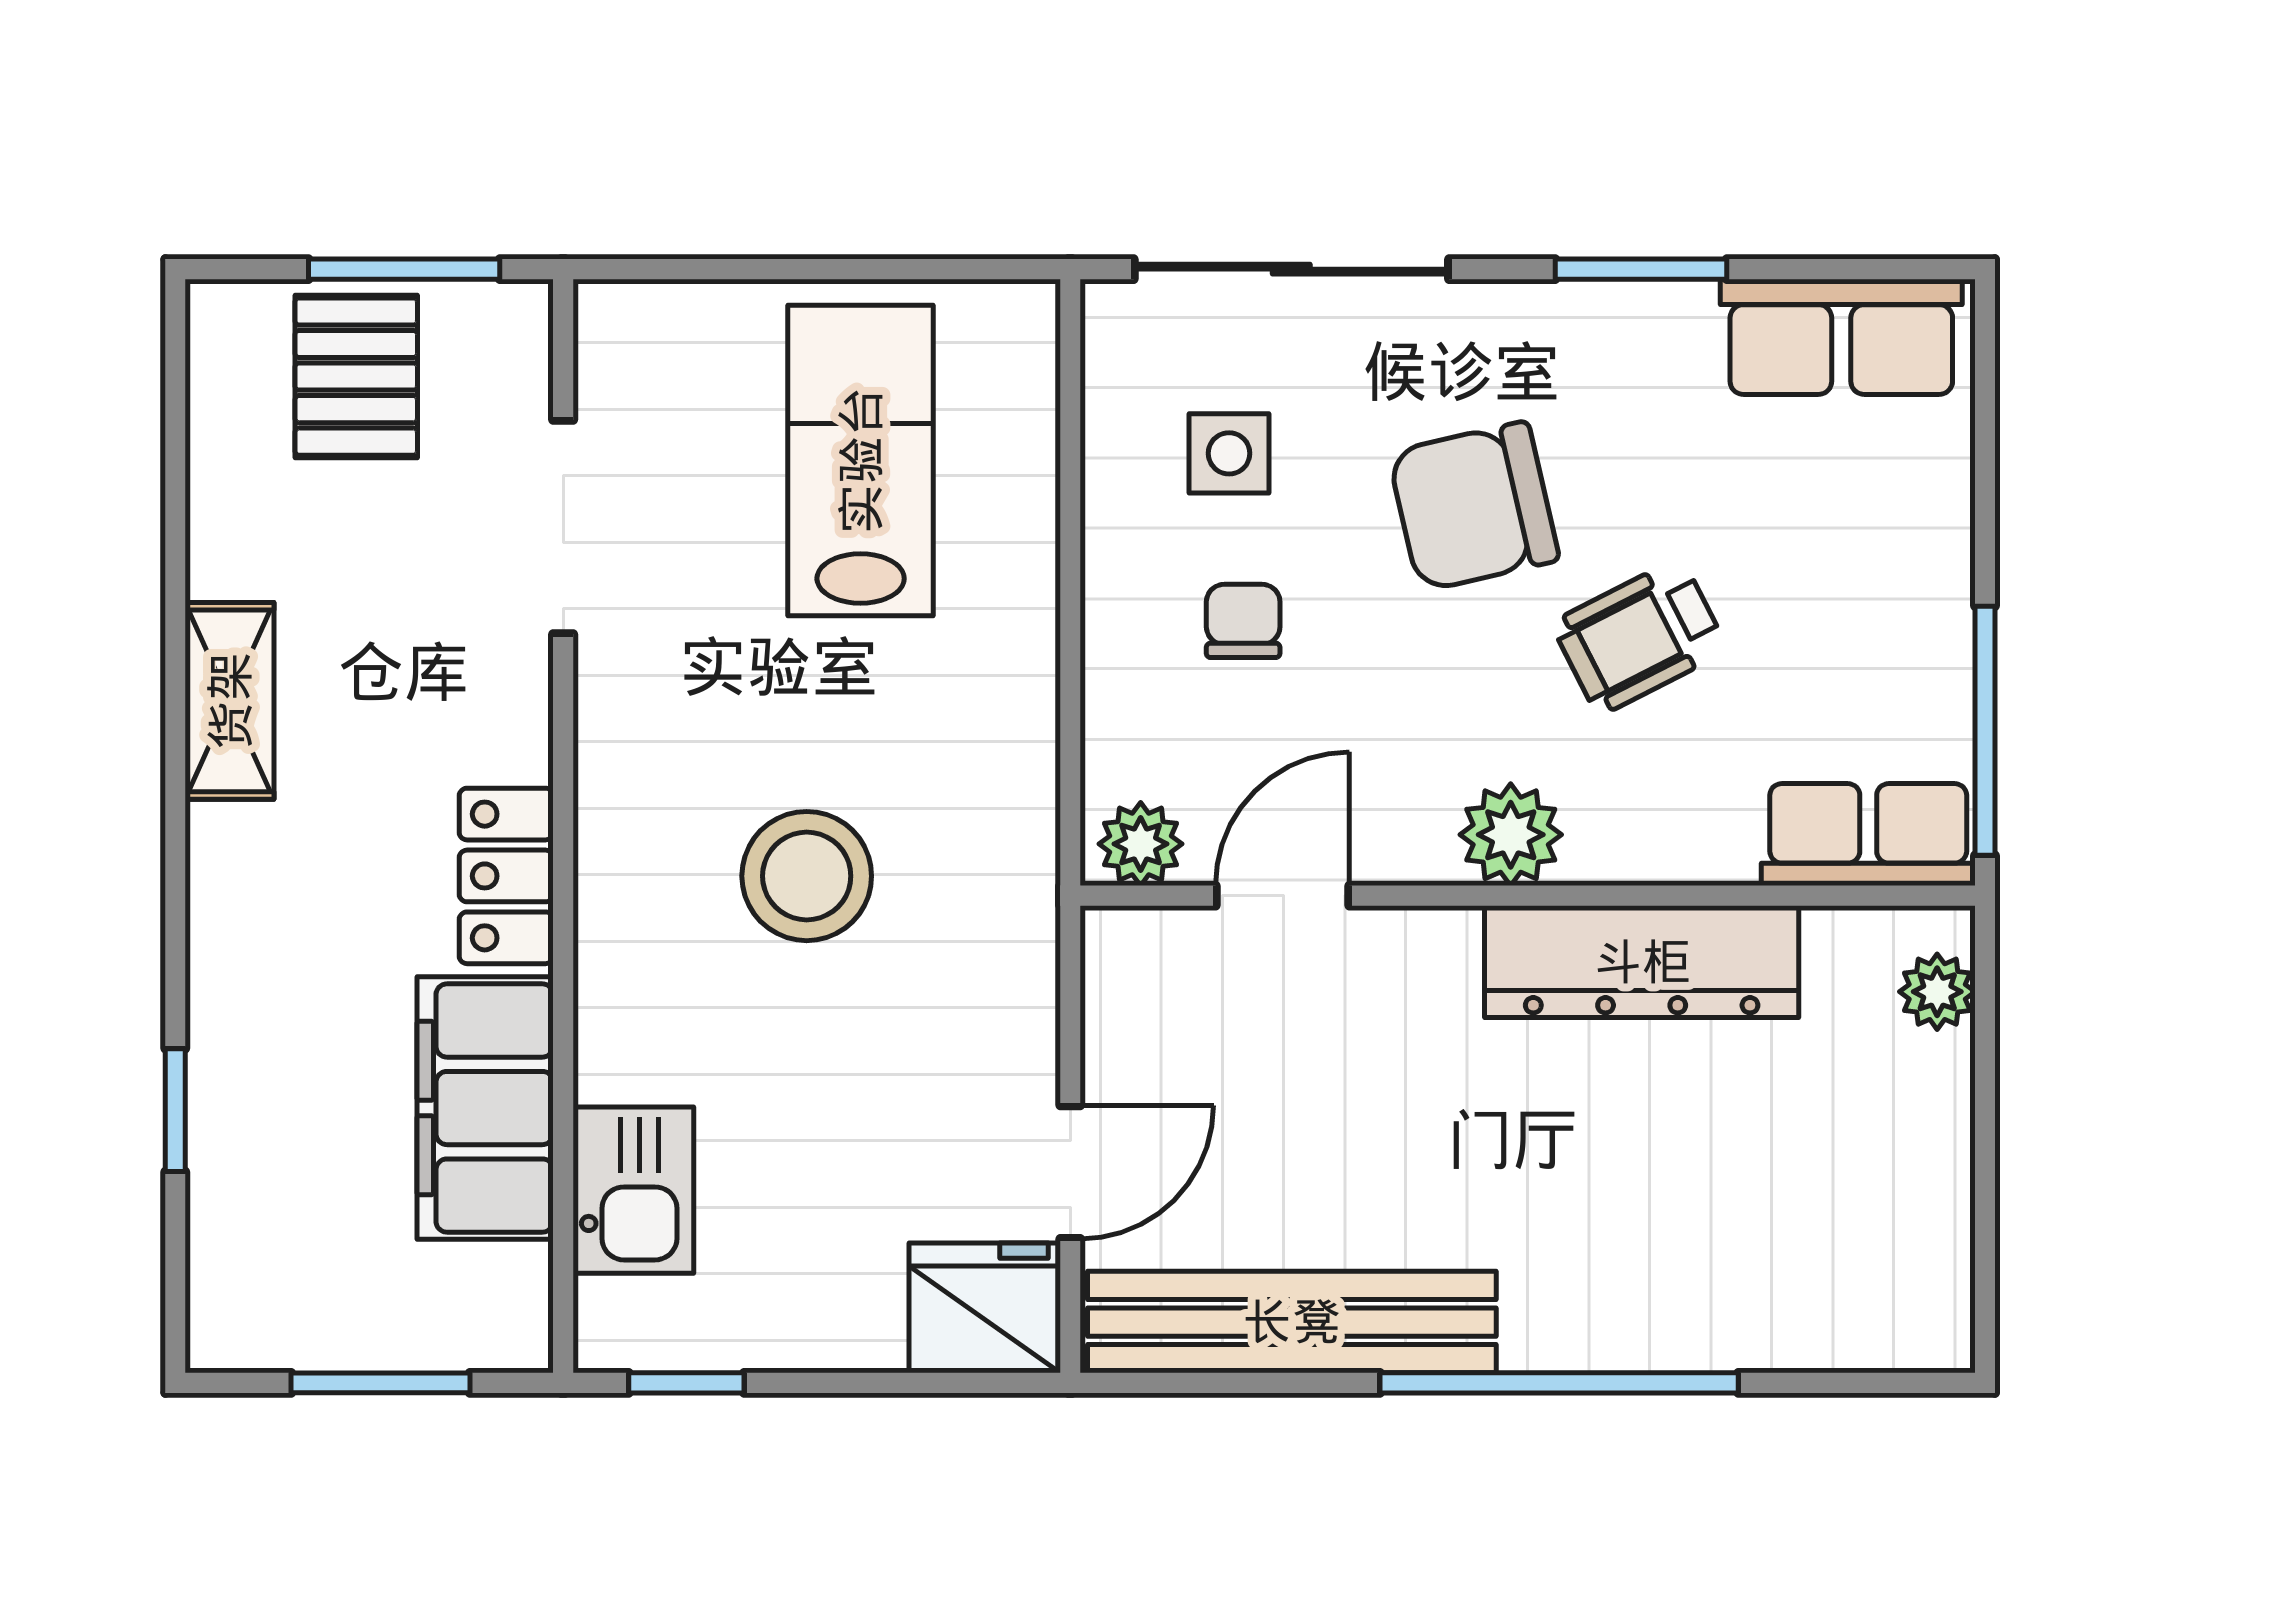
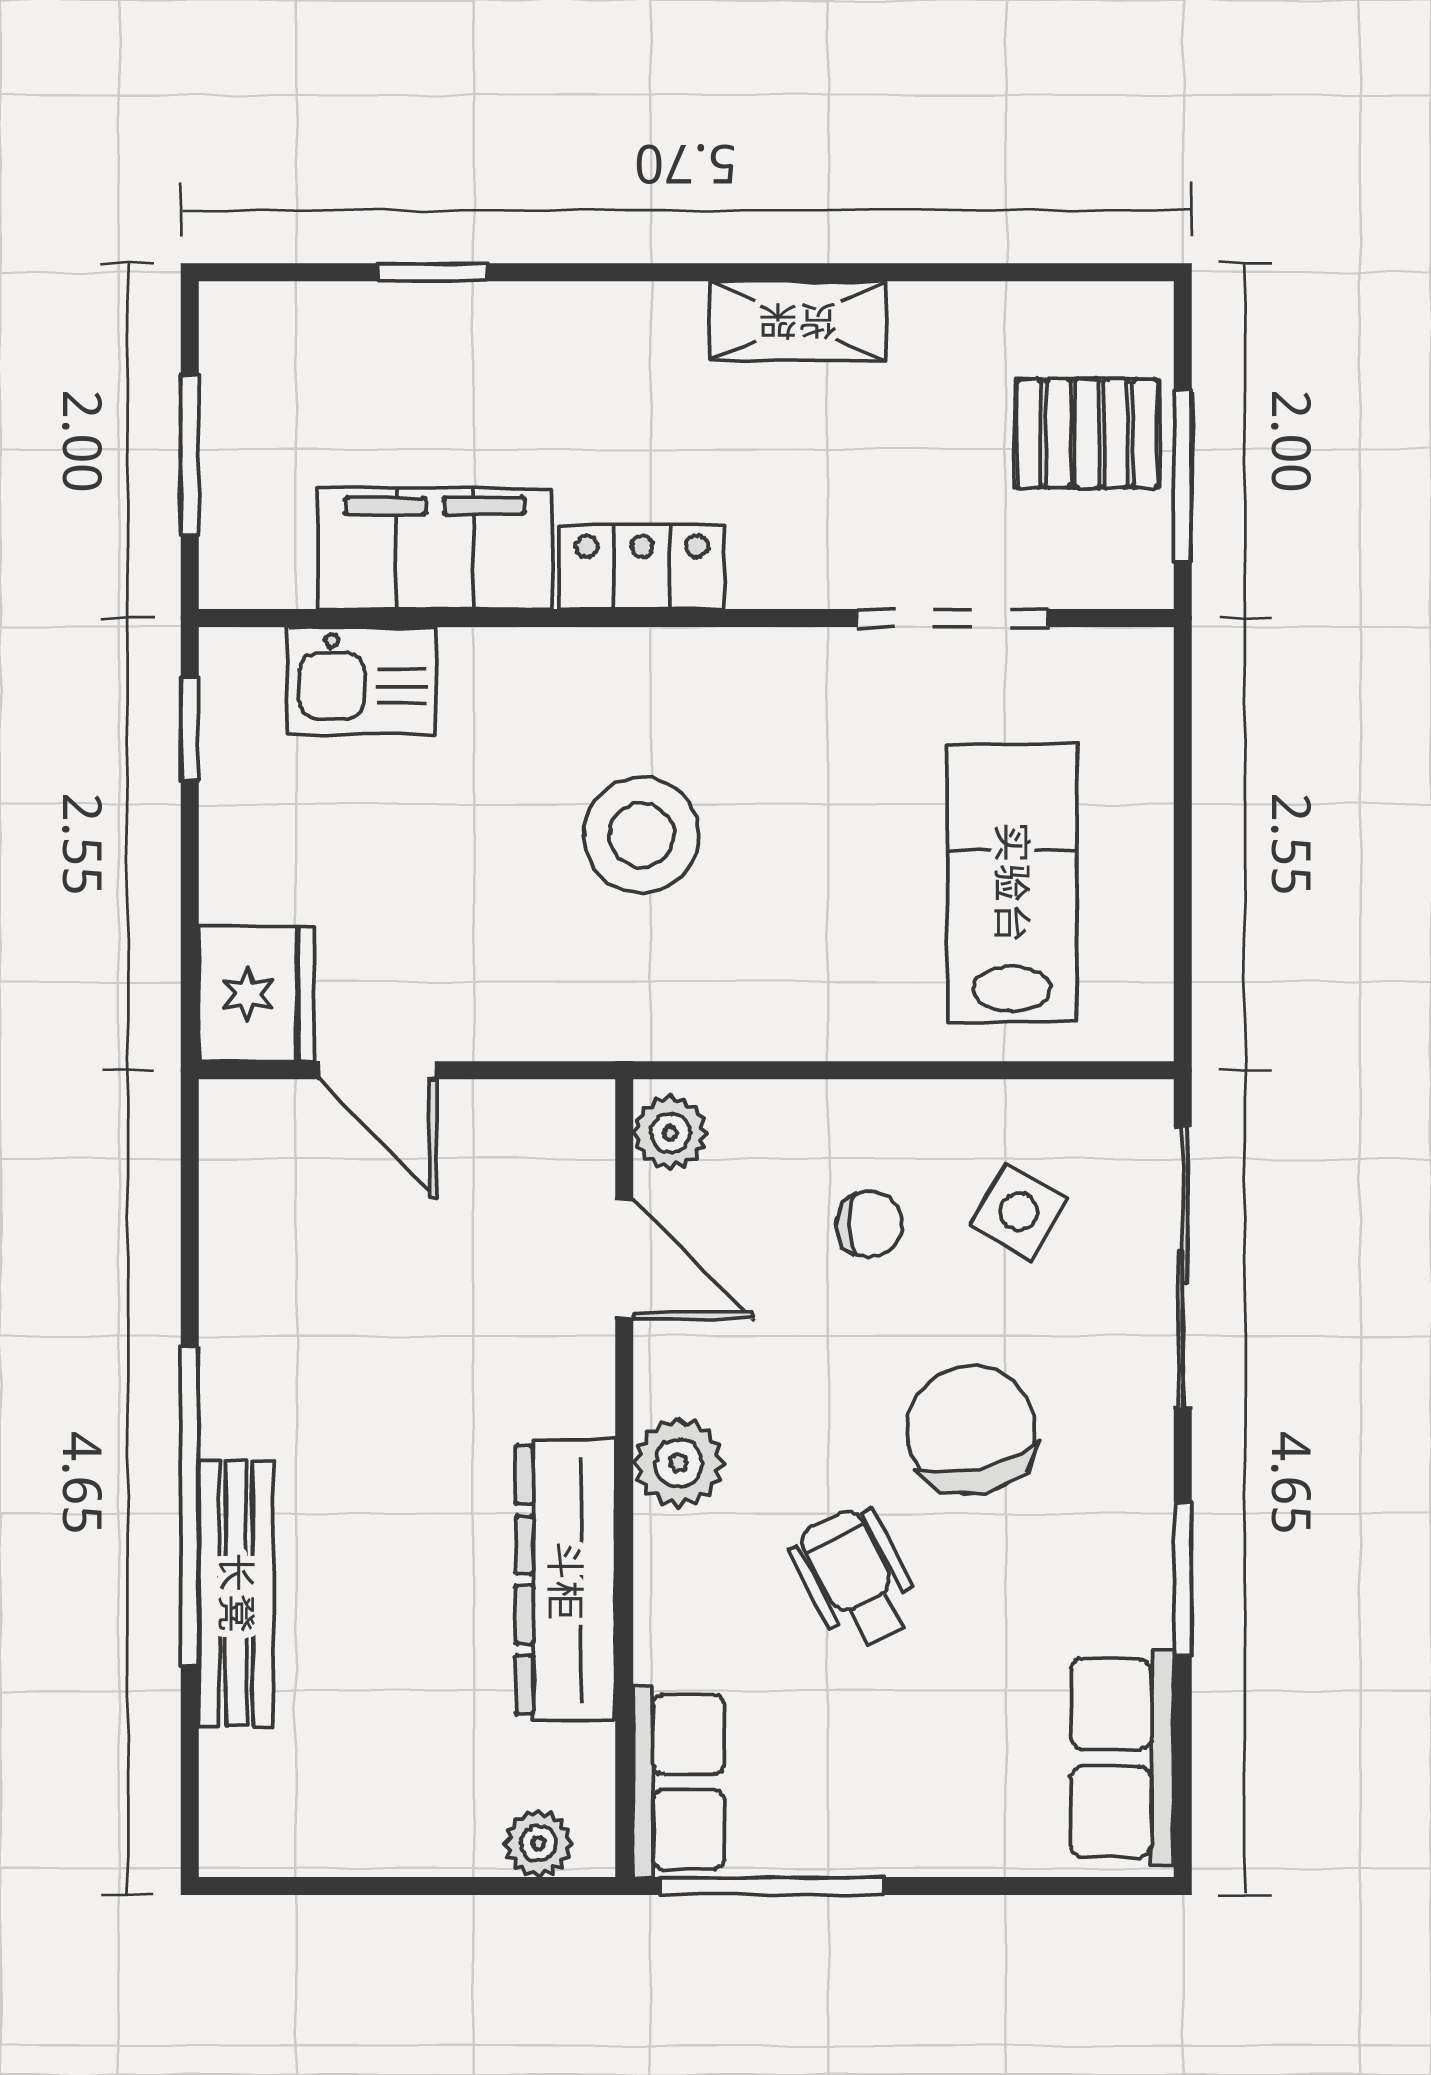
side table: (1229, 453) -> (1019, 1212), turned 30
lab bench: (861, 460) -> (1012, 883), turned -90
bench: (1292, 1322) -> (236, 1593), moved, width x0.73, depth x0.82

